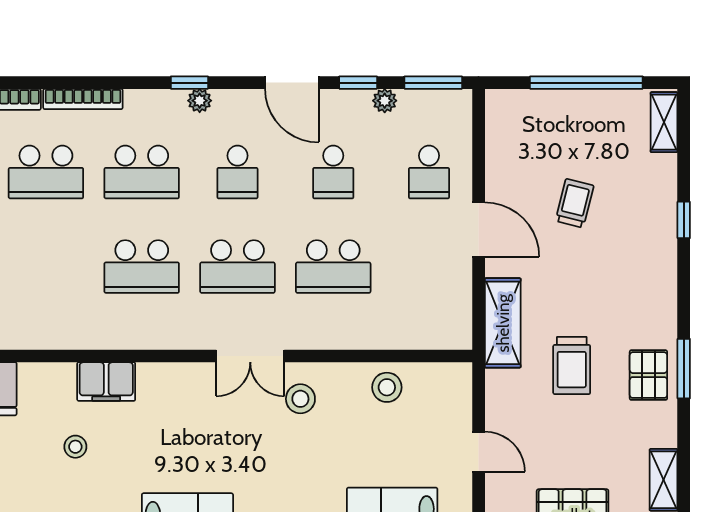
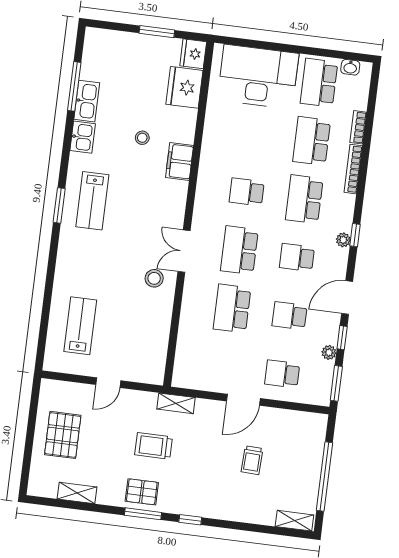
trolley: (575, 203) -> (252, 460), turned 78
window: (684, 220) -> (190, 520), moved
school desk: (142, 267) -> (247, 192), width x0.54
shelving: (503, 323) -> (176, 403), width x0.67, depth x0.75
stool: (387, 387) -> (154, 332), removed

